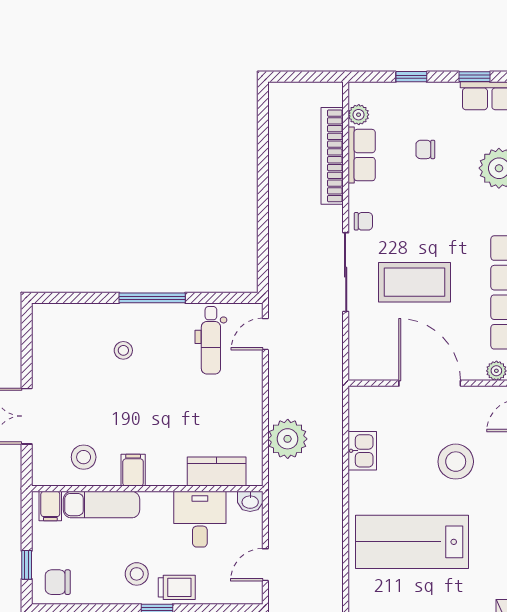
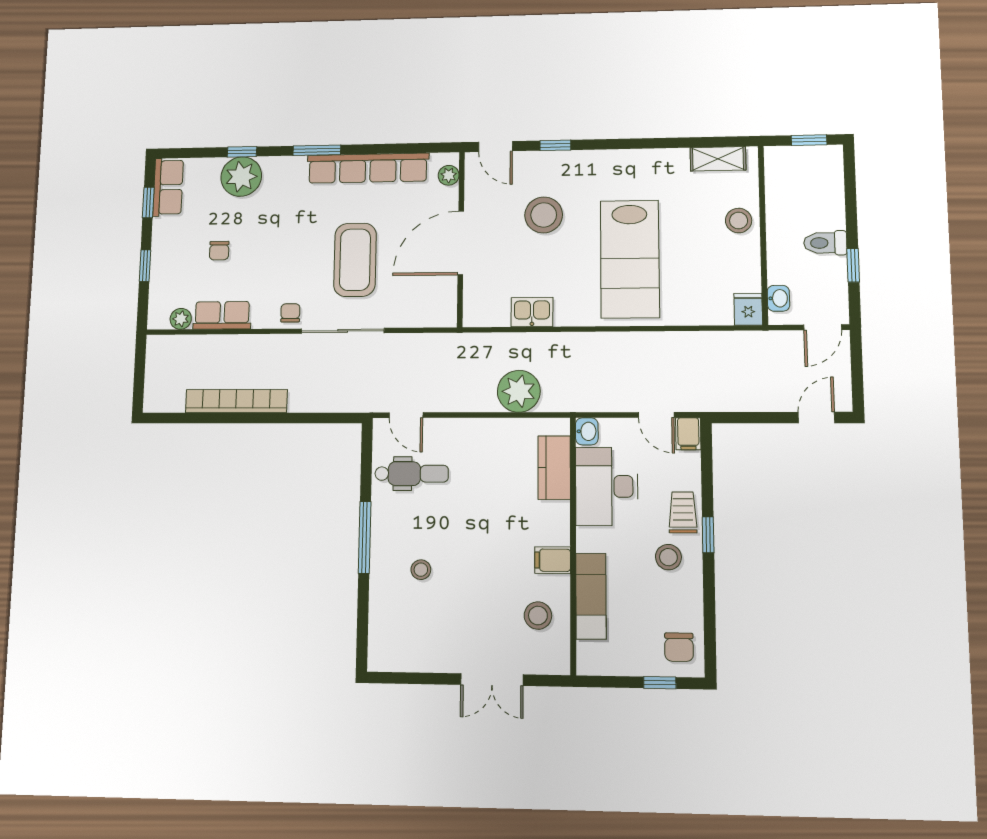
bookcase: (332, 156) -> (236, 401), moved, turned 180
filing cabinet: (50, 506) -> (688, 434), moved, turned 90
desk: (200, 519) -> (607, 486), width x1.37

